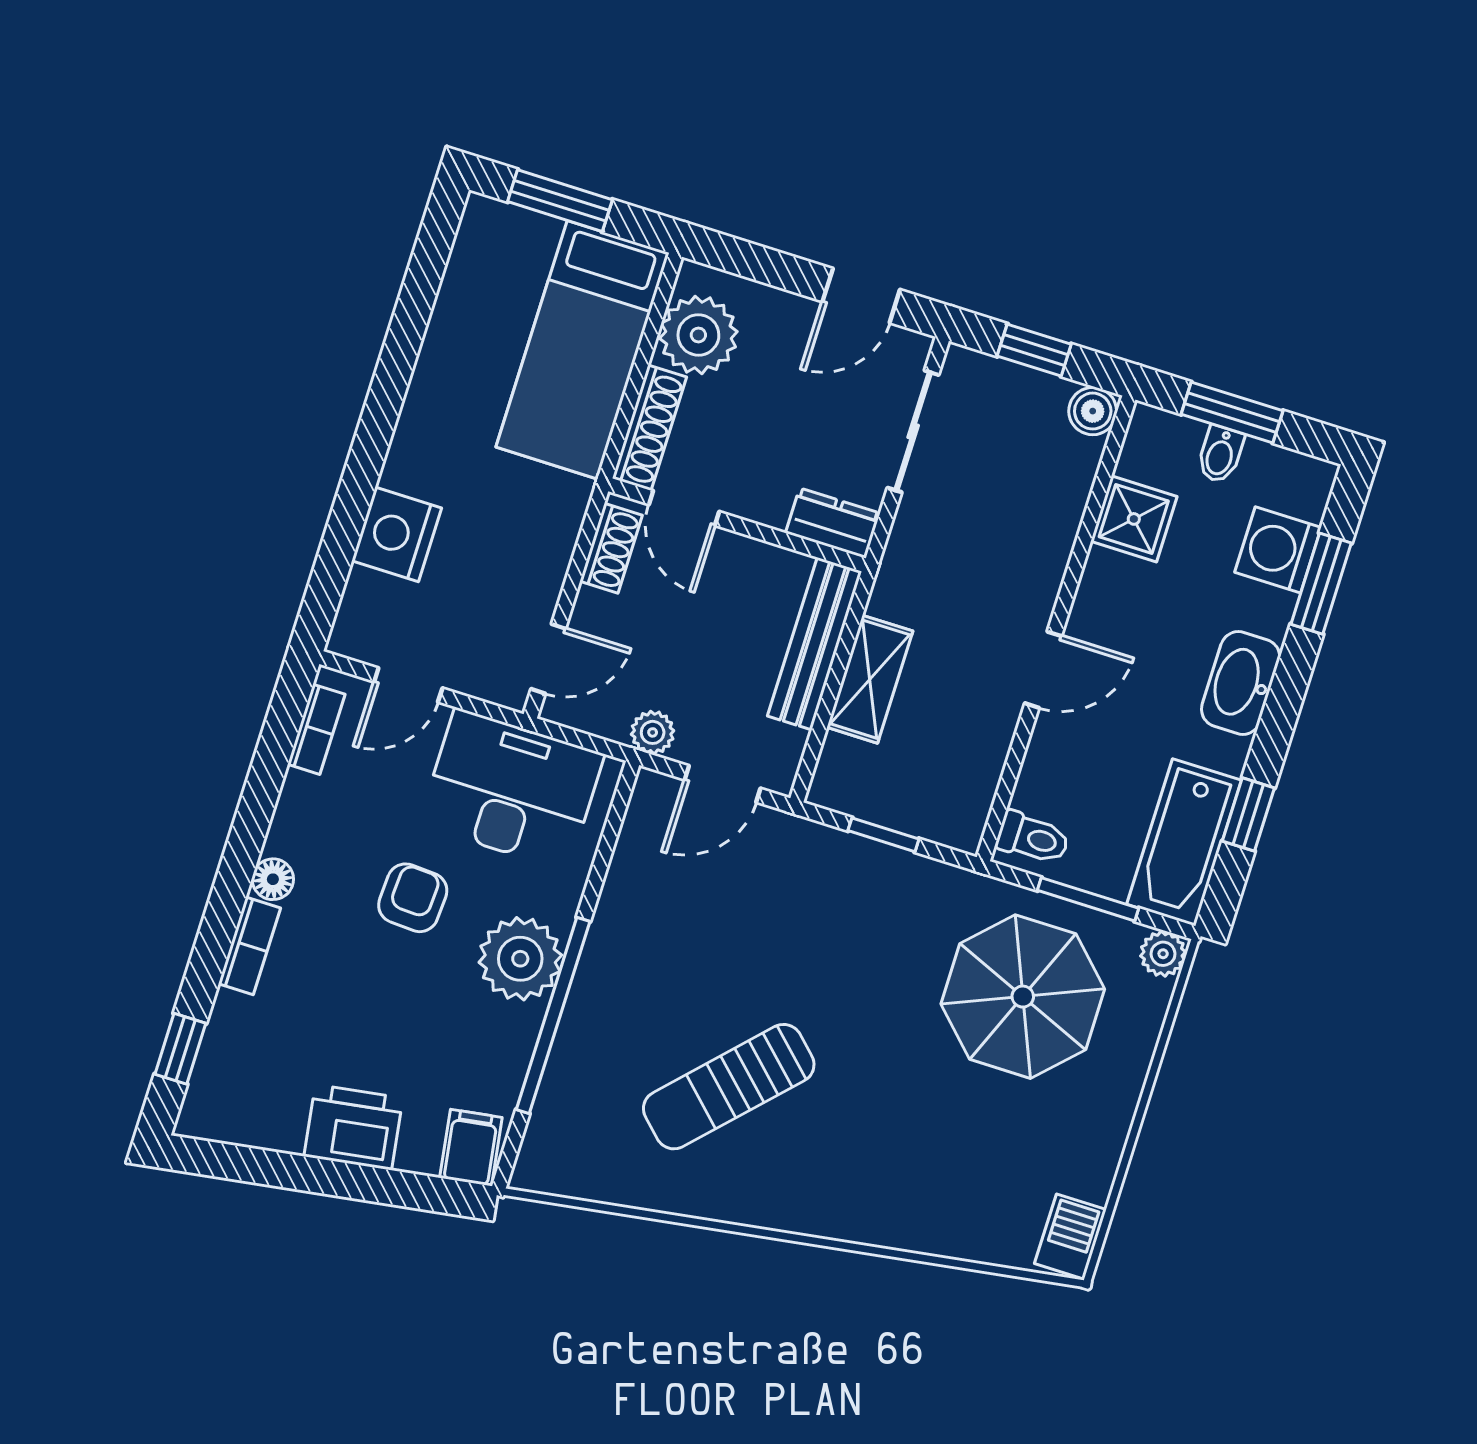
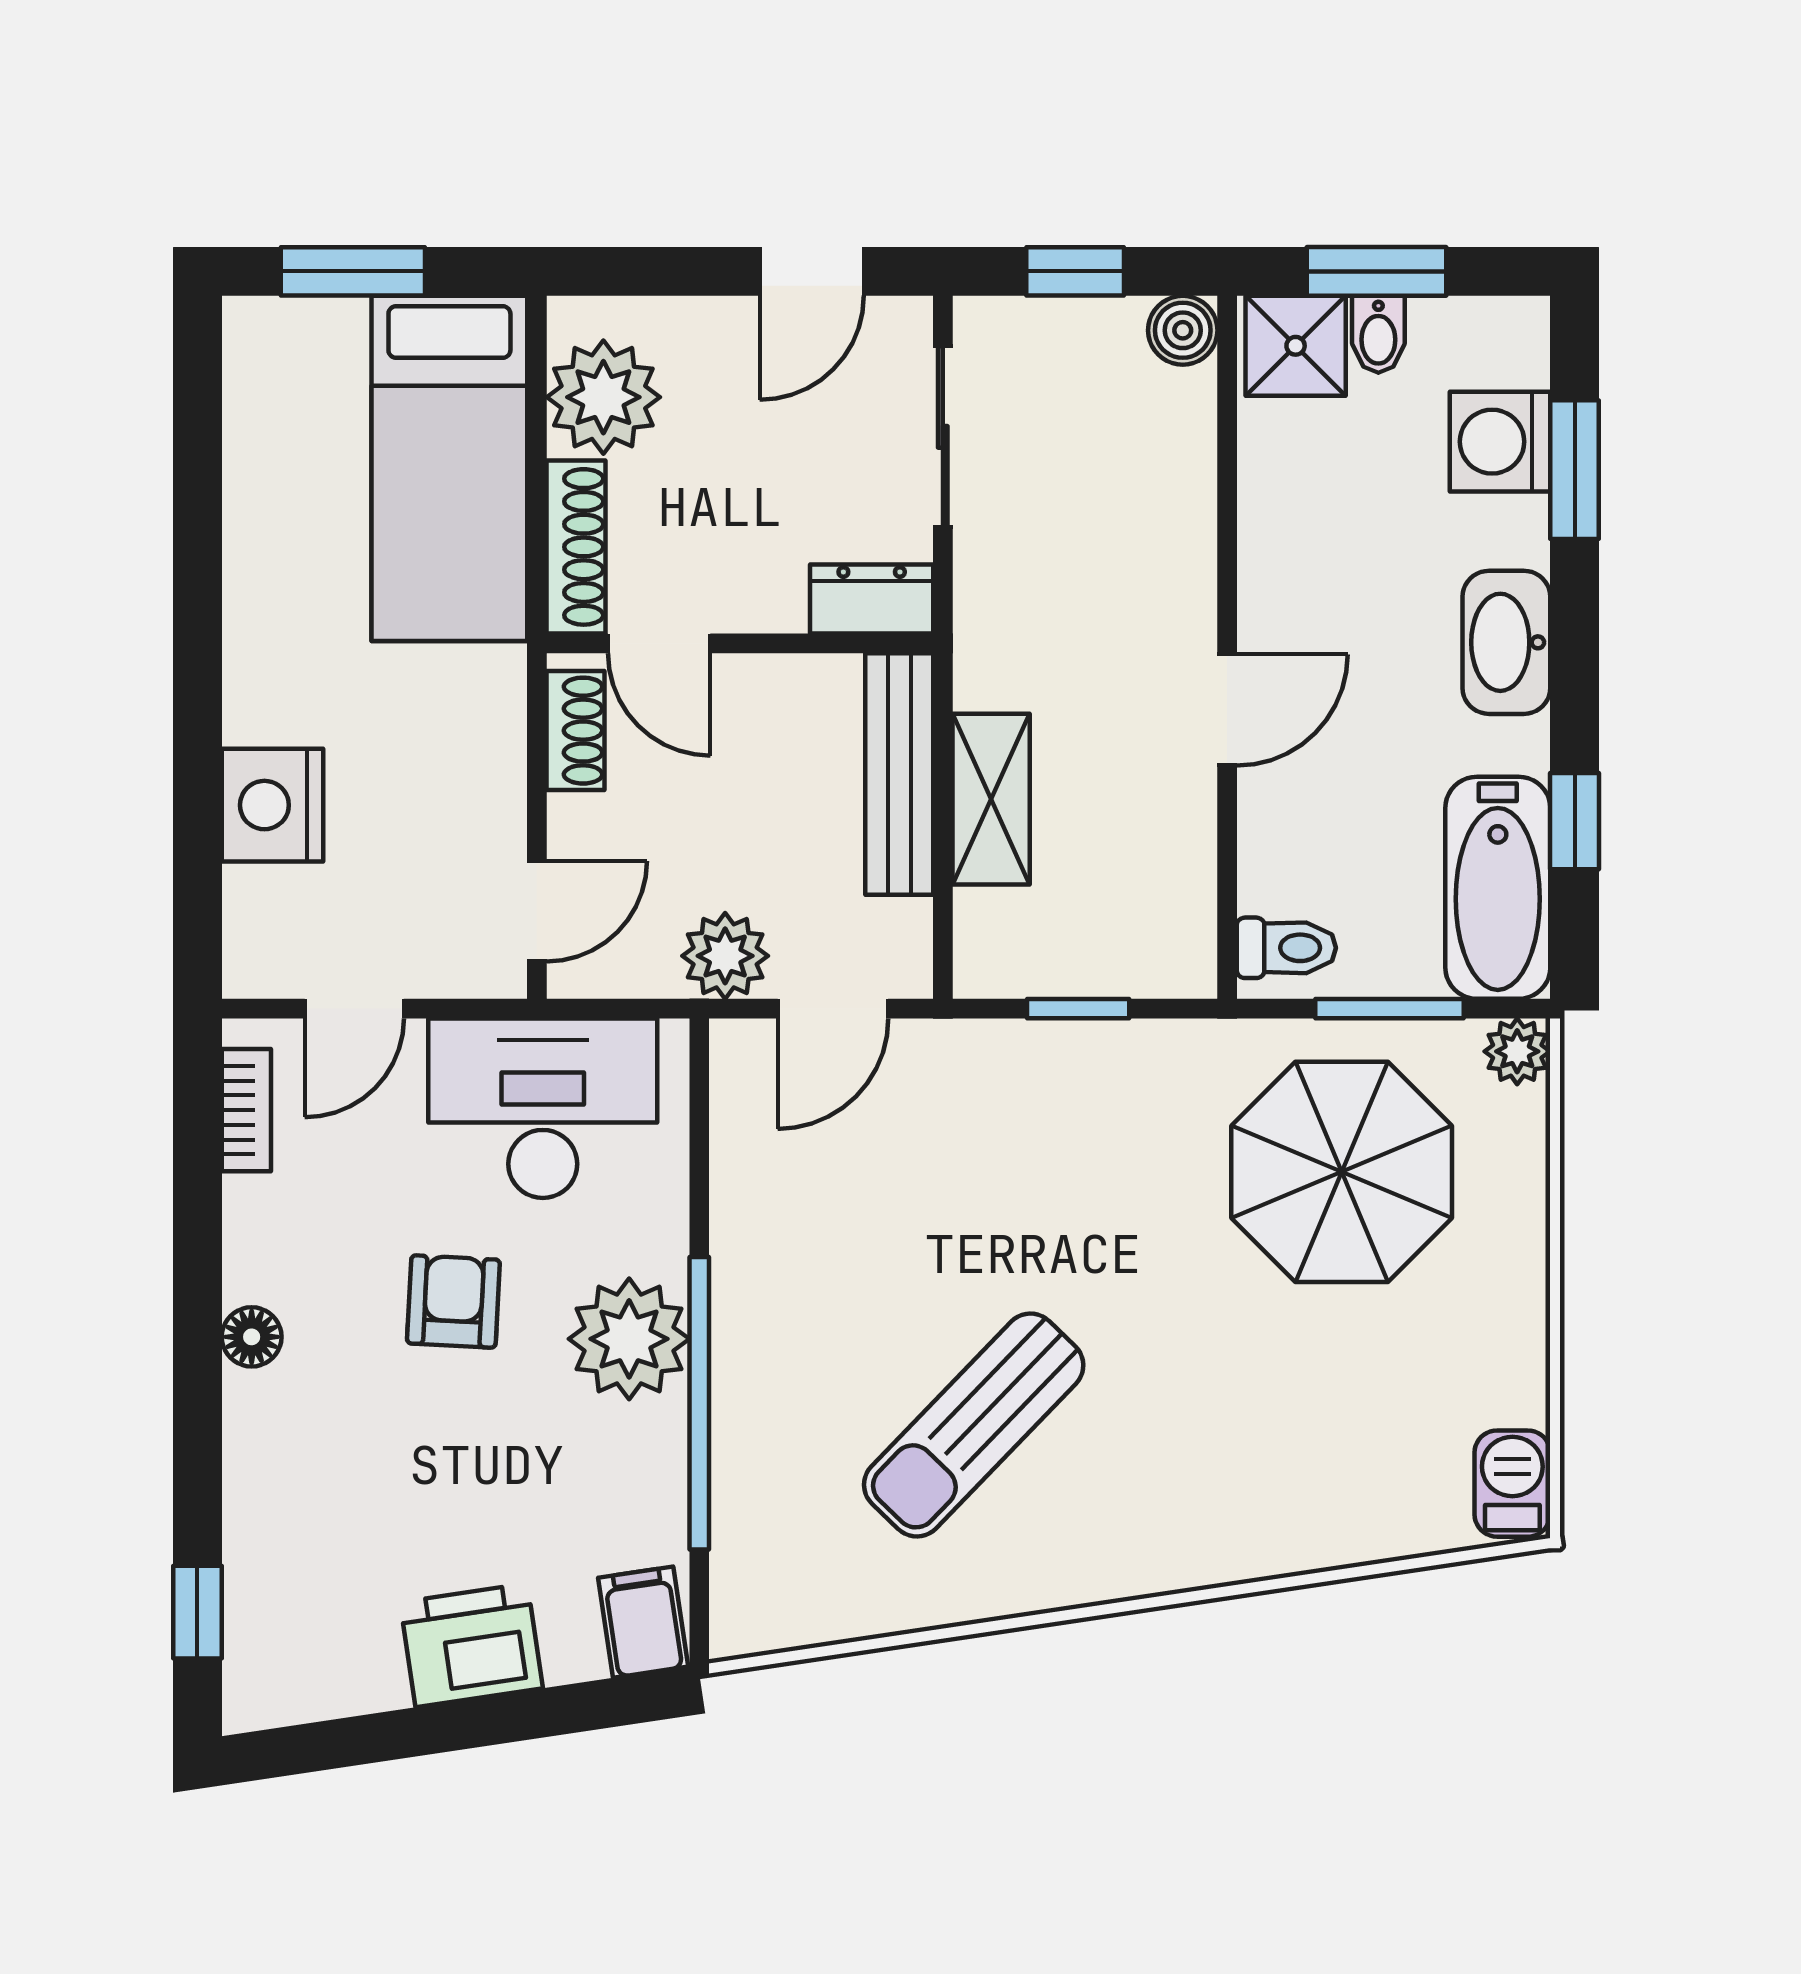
shower: (1134, 519) -> (1296, 346), moved
plant: (653, 732) -> (725, 956), width x1.38, depth x1.38
bookcase: (249, 946) -> (248, 1439), removed

